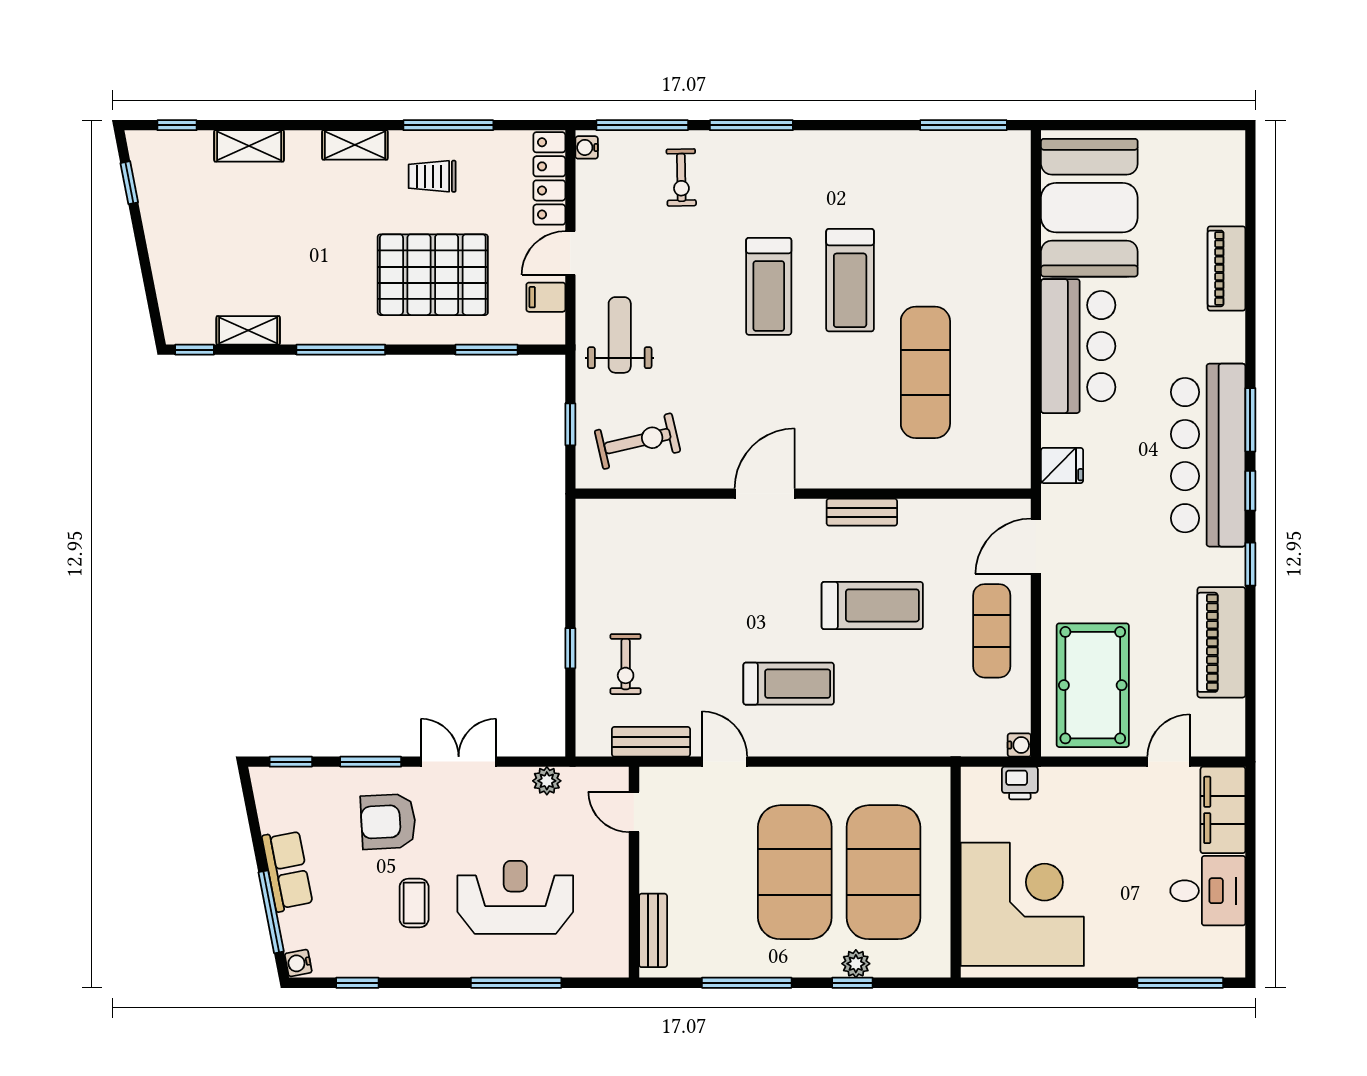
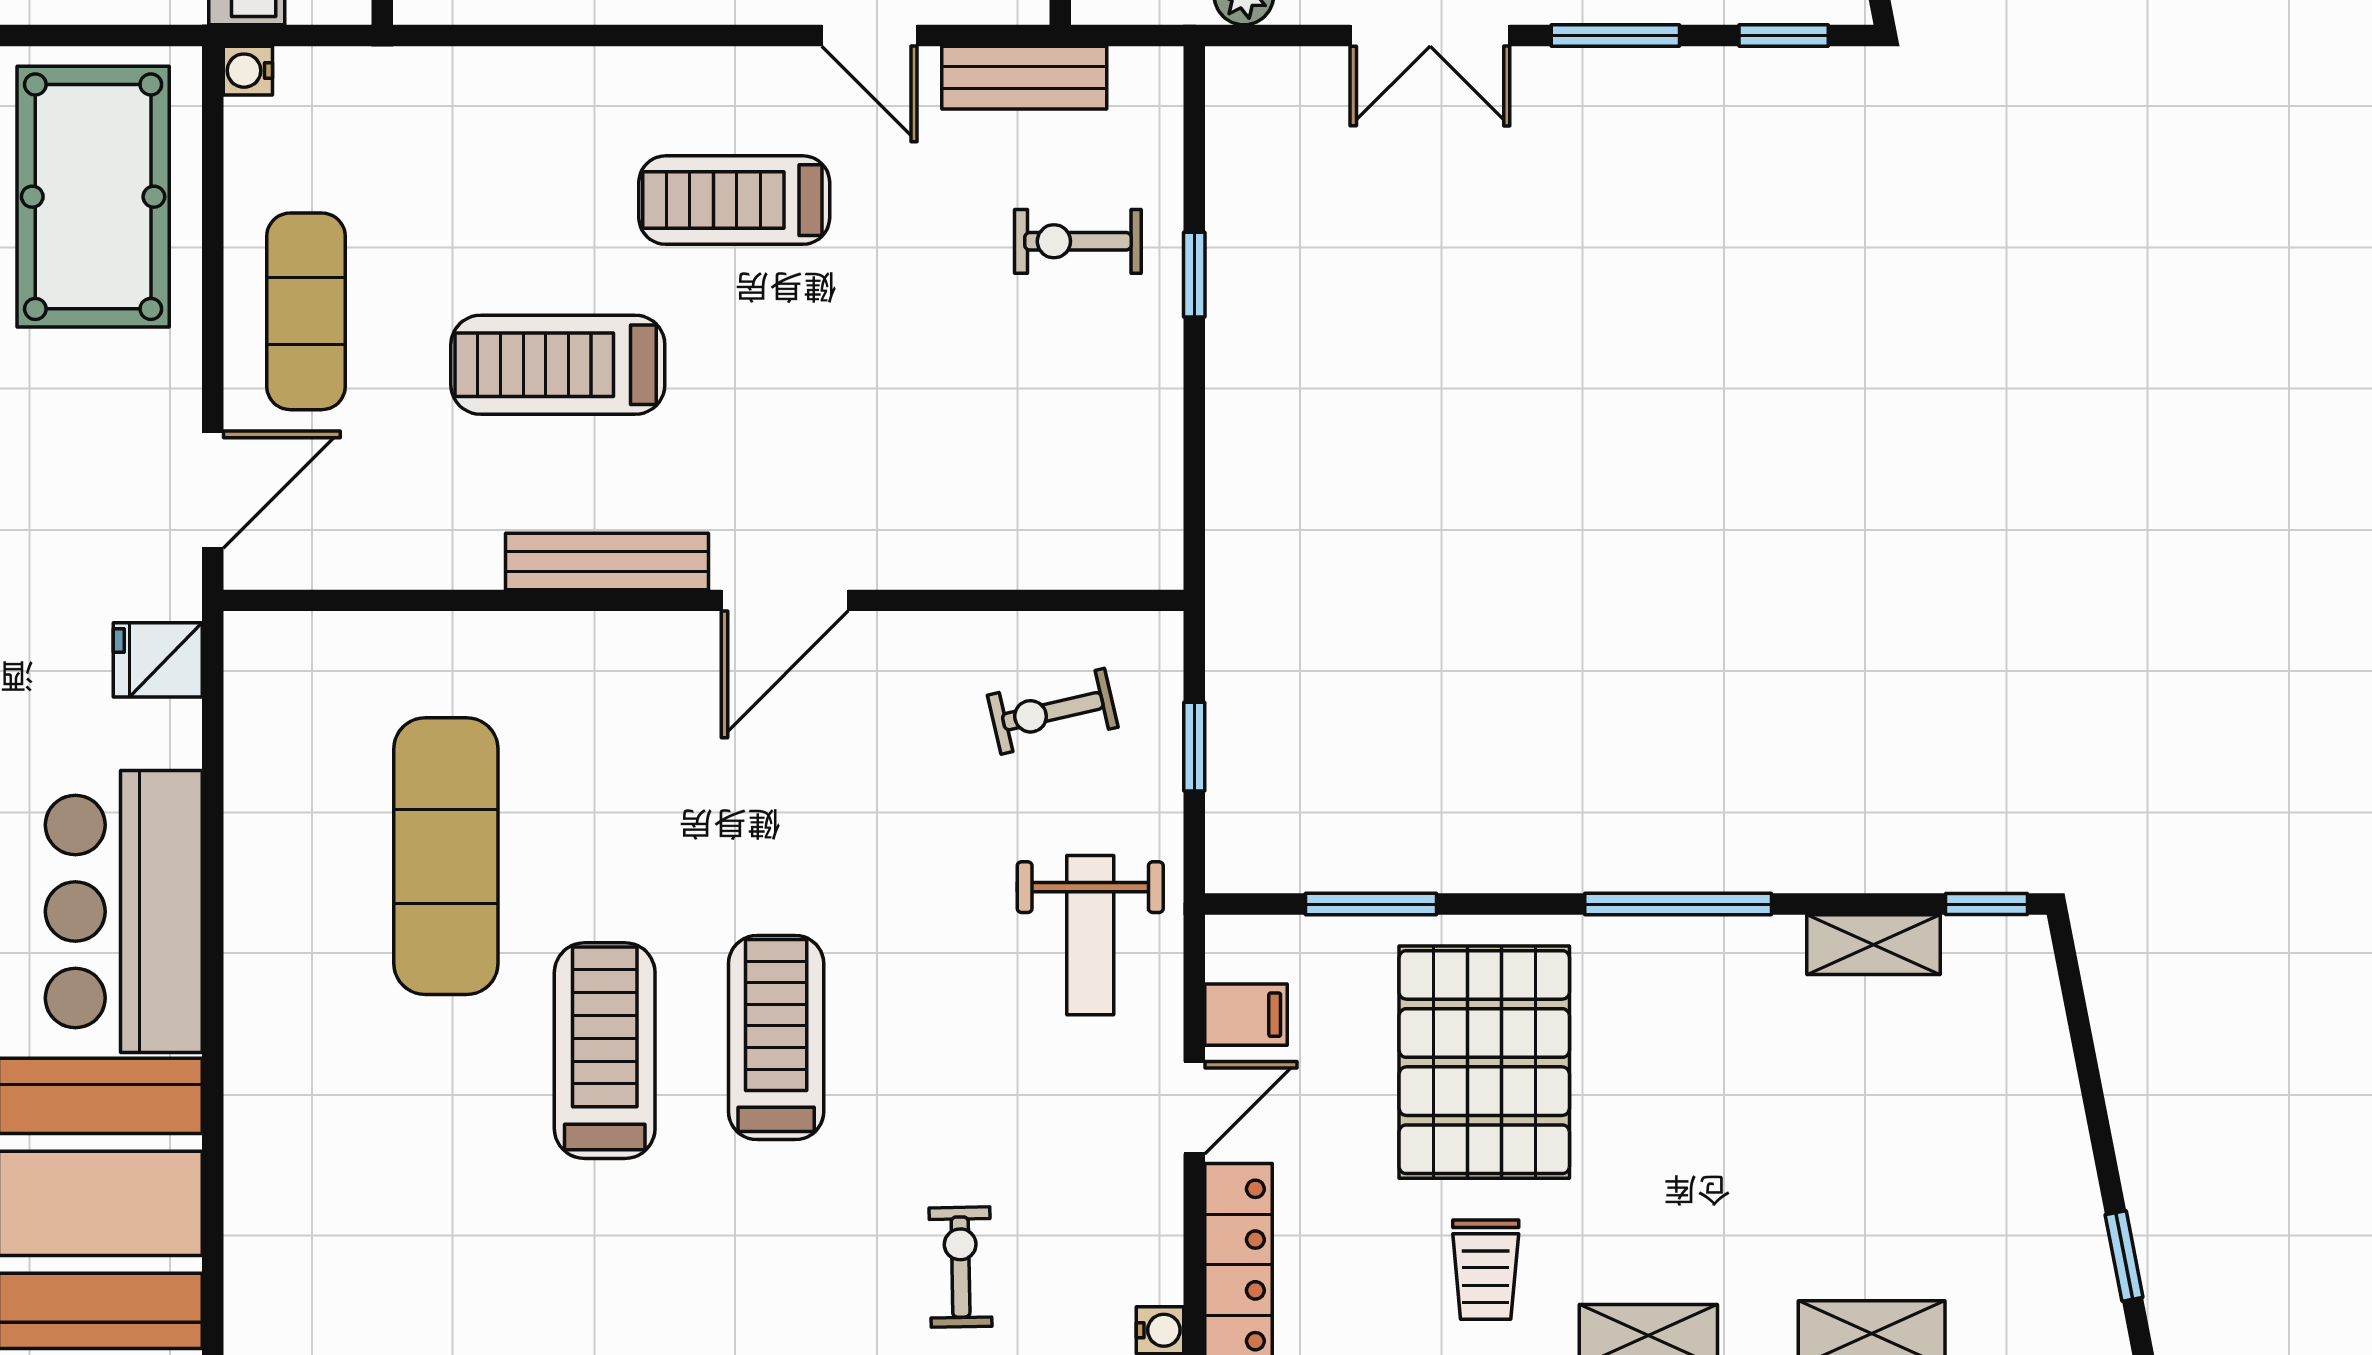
trolley: (432, 176) -> (1486, 1270), turned 90
pallet: (433, 275) -> (1484, 1062), turned 90
exercise bike: (637, 441) -> (1053, 711), width x0.73, depth x0.72
bench: (862, 512) -> (607, 561), width x1.36
exercise bike: (626, 664) -> (1078, 241), turned -90

